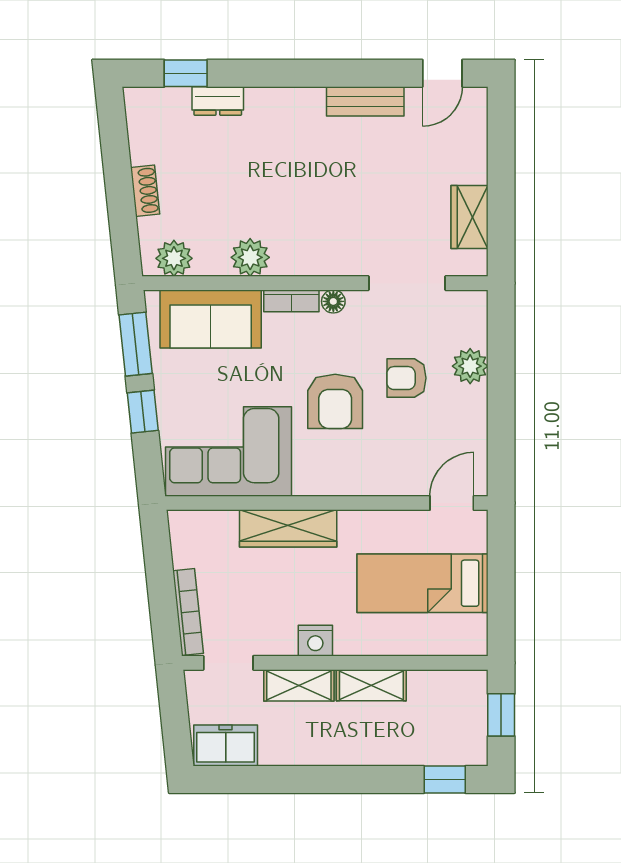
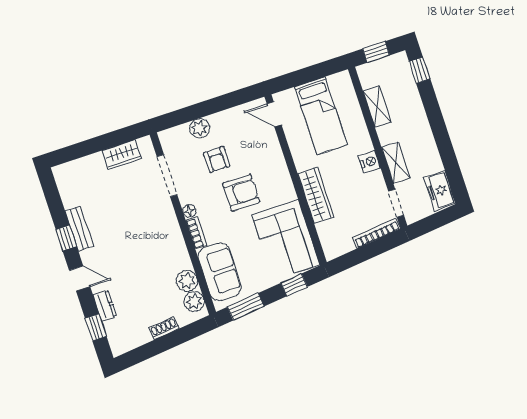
window: (357, 73) -> (66, 238), added
door: (442, 73) -> (80, 278), moved
plant: (250, 257) -> (187, 281), moved
window: (143, 412) -> (294, 285), moved
shelving: (371, 685) -> (377, 107), moved

